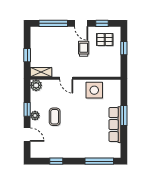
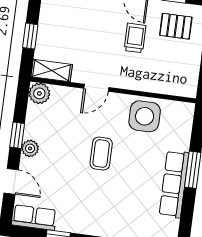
door: (66, 78) -> (96, 88), hinge flipped
coffee table: (55, 117) -> (101, 154), moved
row of seats: (42, 152) -> (34, 218), added

